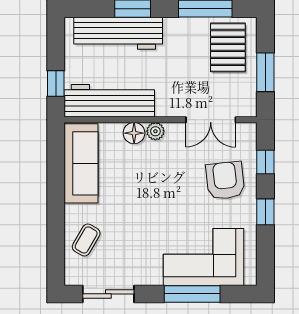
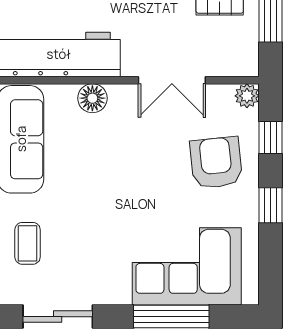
double door: (211, 120) -> (172, 80), moved
plant: (155, 131) -> (247, 96), moved
coffee table: (86, 240) -> (28, 243), turned -30

